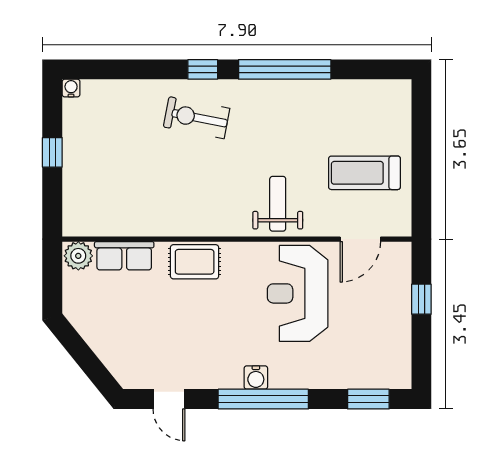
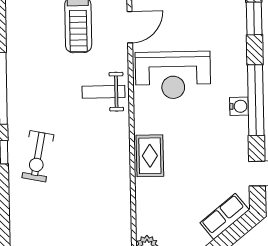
door: (360, 239) -> (130, 27), hinge flipped
row of seats: (124, 256) -> (225, 216), moved, turned -129

